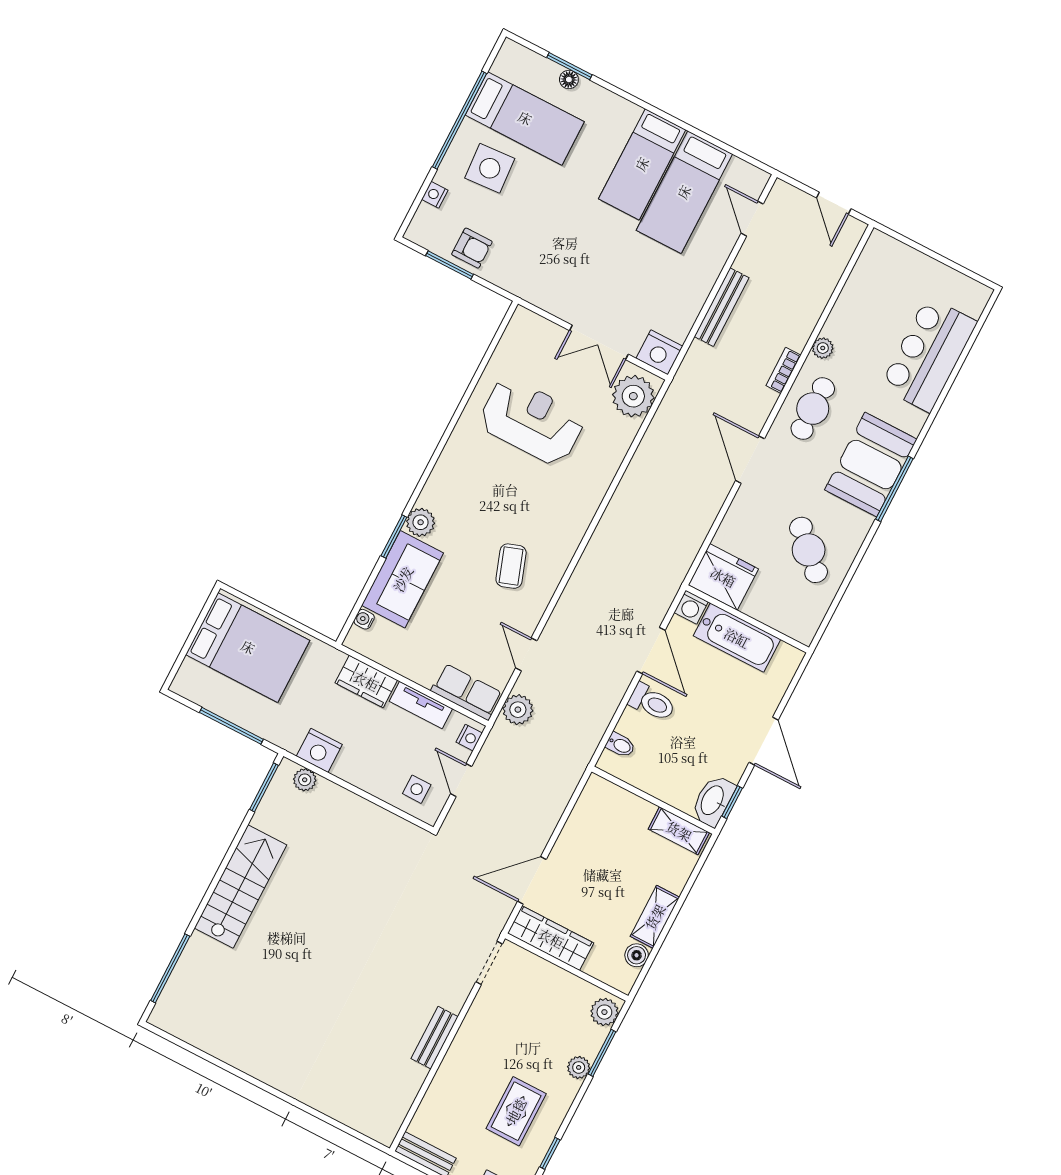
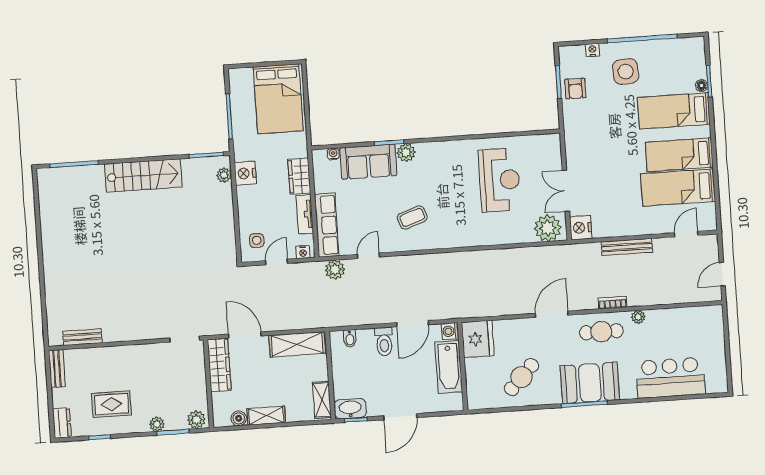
bed: (525, 118) -> (674, 111), moved, turned 90
row of seats: (467, 692) -> (327, 225), width x1.48
shelving: (586, 819) -> (297, 344), added
bench: (435, 1038) -> (82, 337), moved

